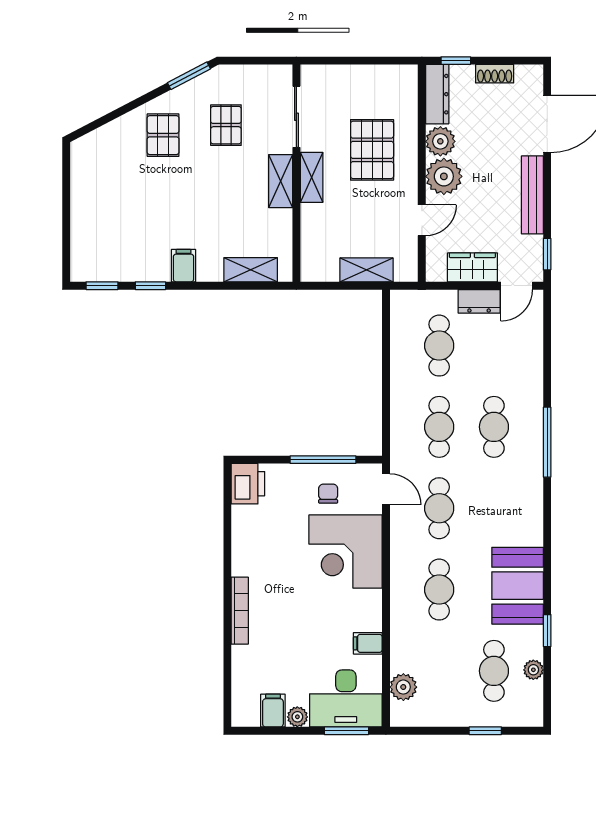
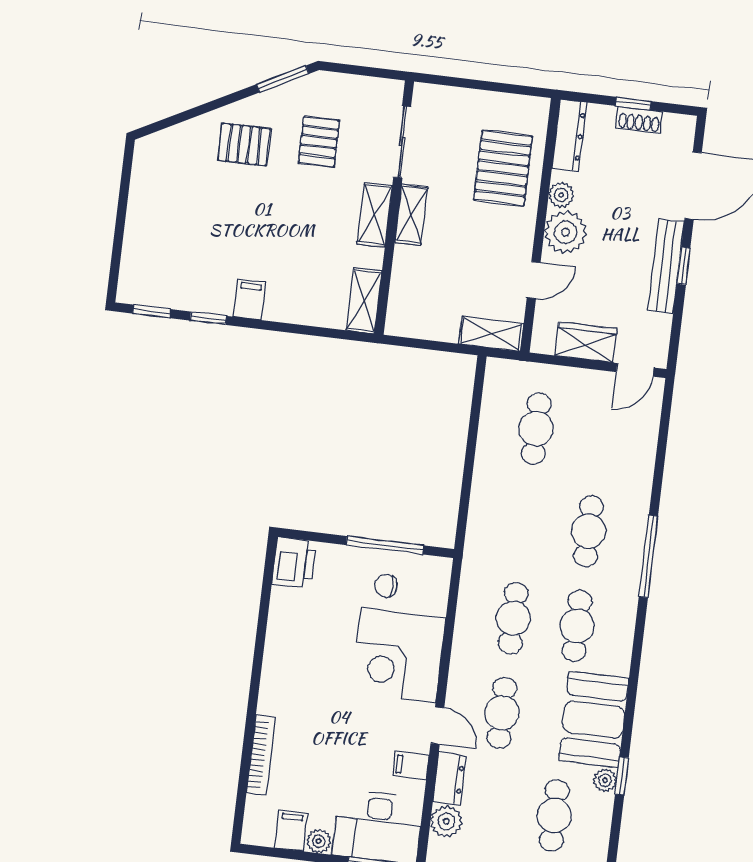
window: (456, 61) -> (633, 104), moved
pallet: (163, 135) -> (244, 145), turned 90
plant: (440, 141) -> (561, 195), width x0.73, depth x0.73
pallet: (372, 150) -> (503, 168), moved
window: (547, 254) -> (684, 266), moved
shelving: (251, 270) -> (364, 301), moved, turned 90
shelving: (367, 270) -> (491, 334), moved
dresser: (479, 301) -> (449, 779), moved, turned -90
cafe table: (439, 427) -> (577, 626), moved
door: (386, 489) -> (437, 726), moved
chair: (328, 494) -> (386, 586), turned -90
bookcase: (240, 611) -> (261, 755), moved
plant: (533, 670) -> (605, 780), moved

